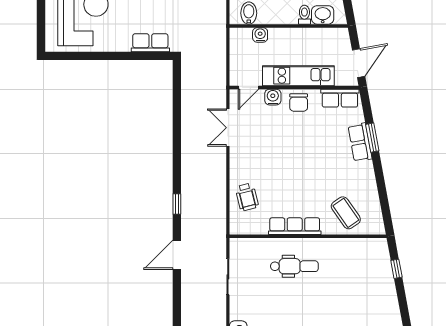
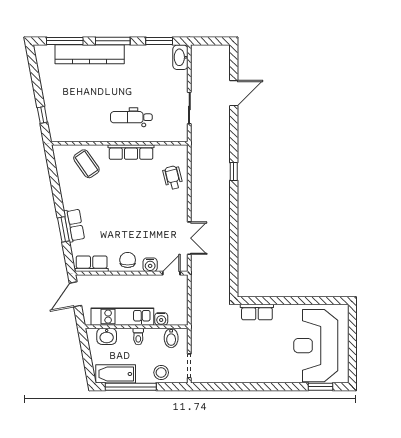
toilet: (304, 15) -> (138, 337), moved
kitchen unit: (298, 76) -> (122, 317), moved, turned 180
door: (177, 255) -> (234, 93), moved

